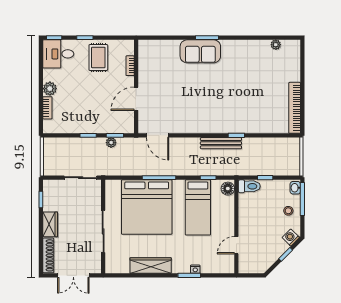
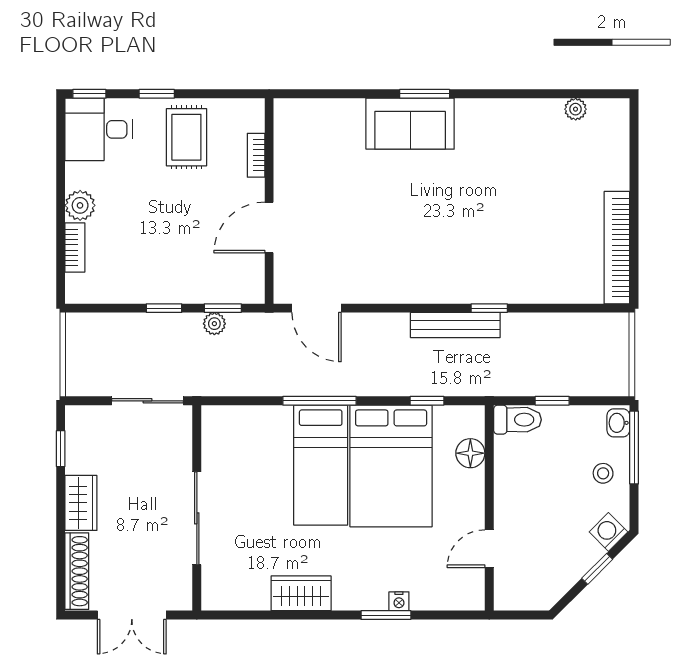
floor lamp: (228, 189) -> (470, 453), moved
bed: (147, 207) -> (321, 465), width x0.49
bed: (198, 207) -> (391, 466), width x1.50
wardrobe: (151, 266) -> (301, 593), width x0.67

